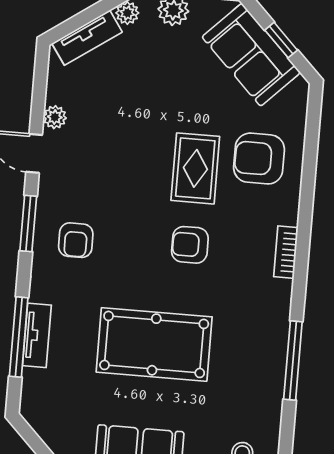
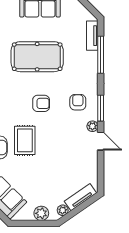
plant: (55, 117) -> (92, 126), moved
armchair: (190, 245) -> (41, 103), moved
tv unit: (37, 335) -> (92, 36), moved

